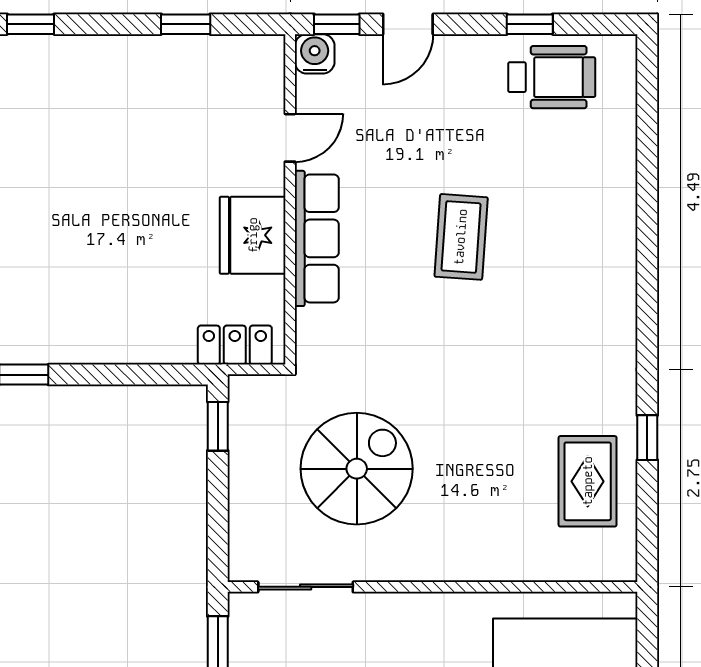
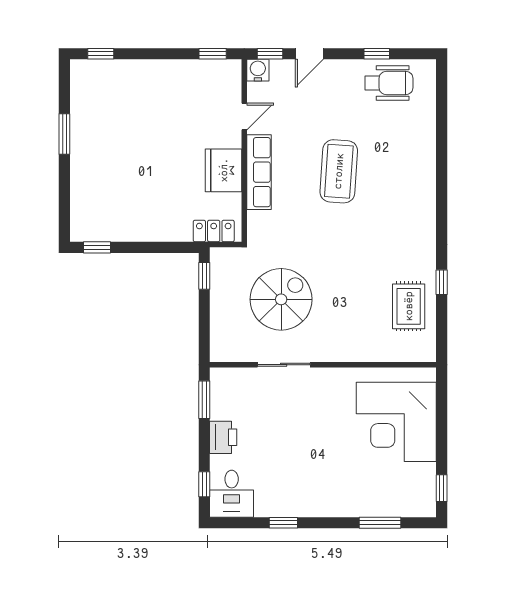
window: (186, 24) -> (213, 54), moved
coffee table: (461, 237) -> (339, 171), width x1.36, depth x1.32
sliding door: (306, 587) -> (284, 365), moved

